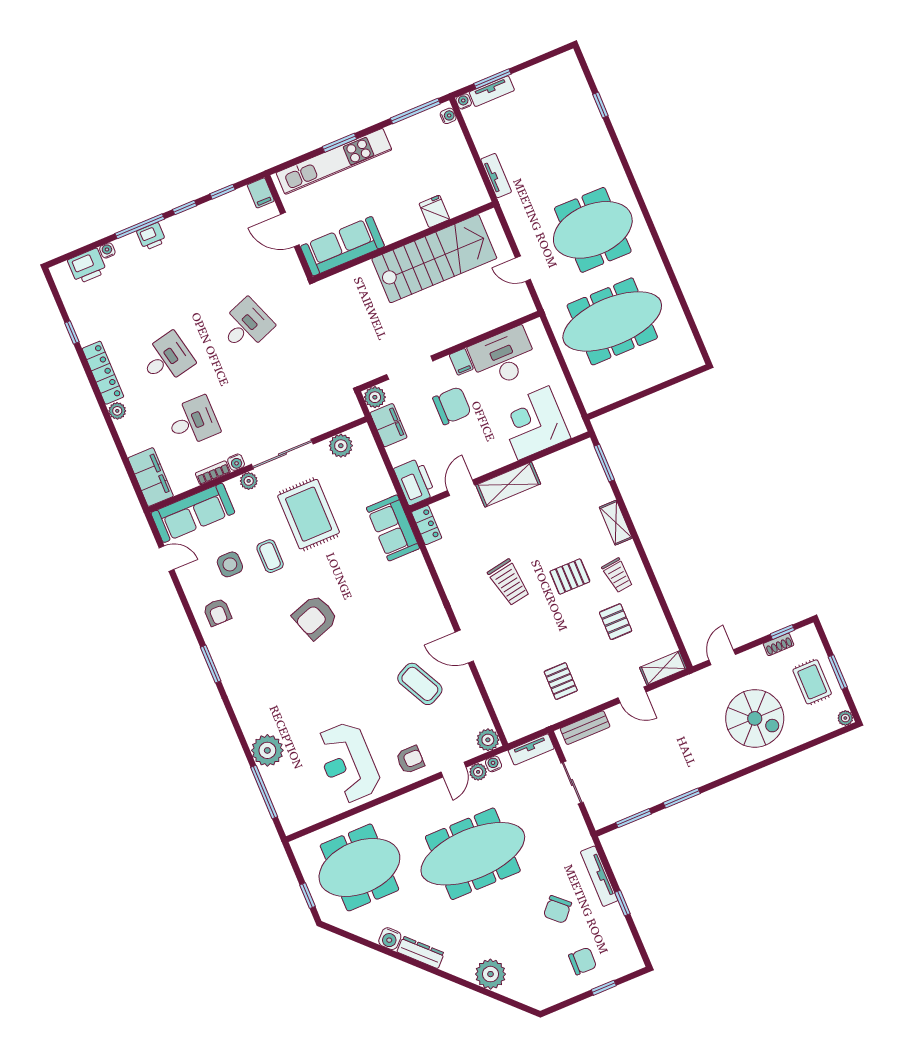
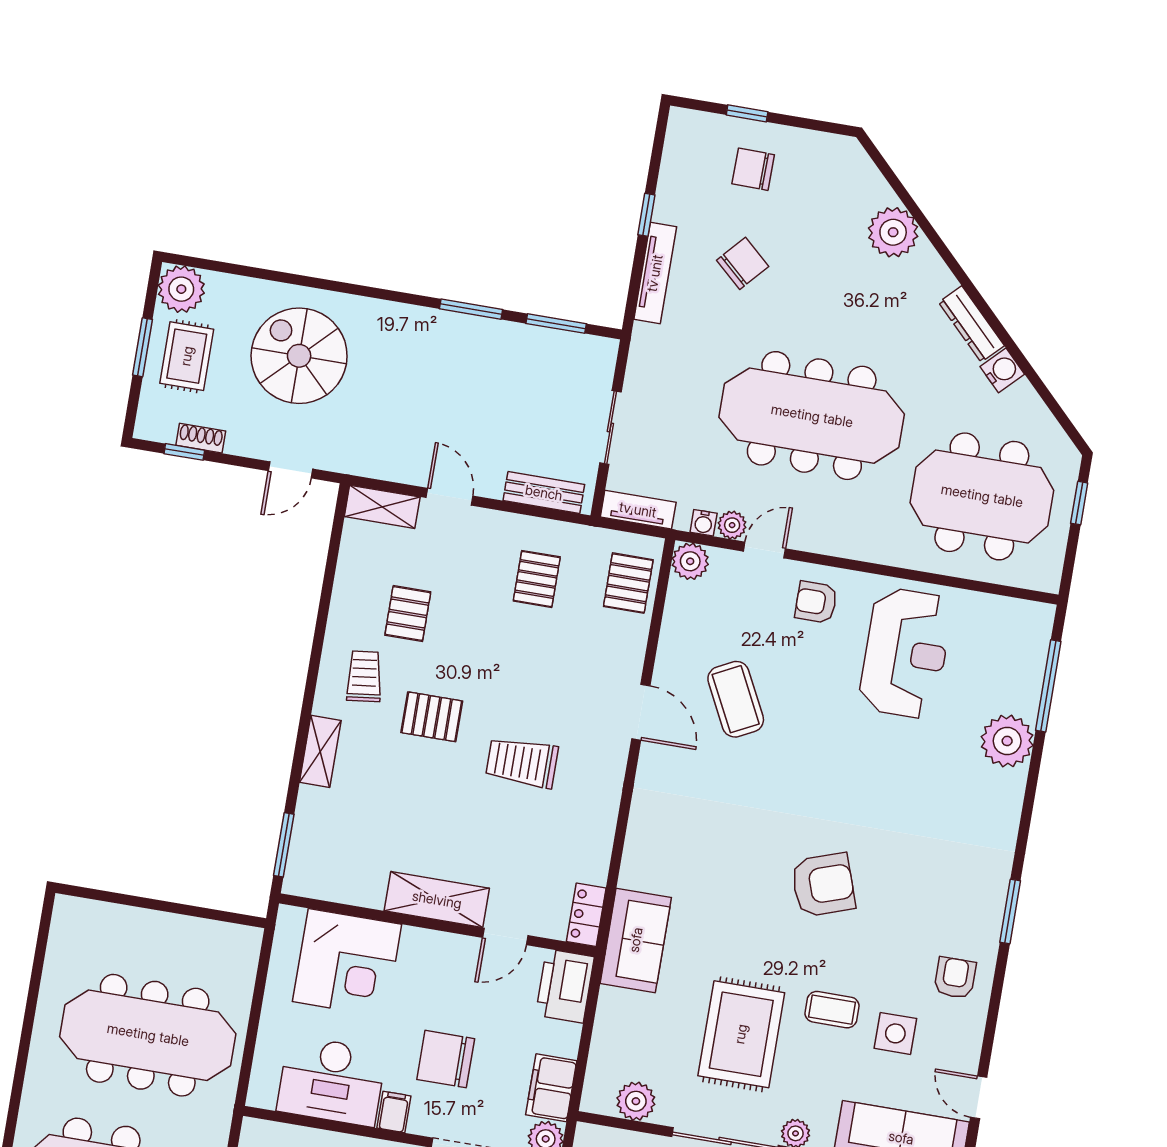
coffee table: (270, 556) -> (832, 1010), turned 90
trolley: (509, 582) -> (522, 762), turned -80
pallet: (512, 709) -> (628, 583), added
plant: (845, 718) -> (181, 289), width x1.87, depth x1.87

